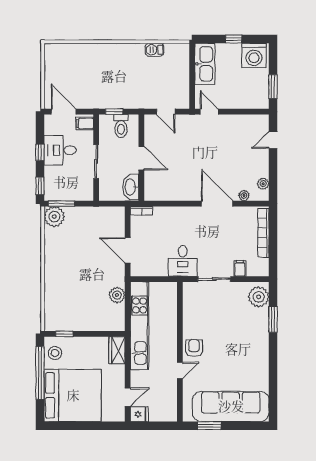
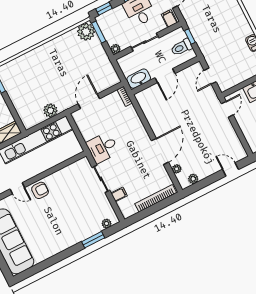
plant: (88, 195) -> (116, 49), added
plant: (259, 297) -> (107, 224), width x0.53, depth x0.53

